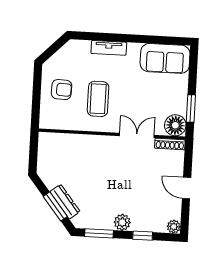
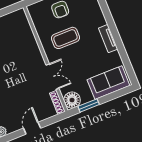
tv unit: (109, 48) -> (108, 39), moved
sofa: (165, 58) -> (108, 83), moved, turned 90

